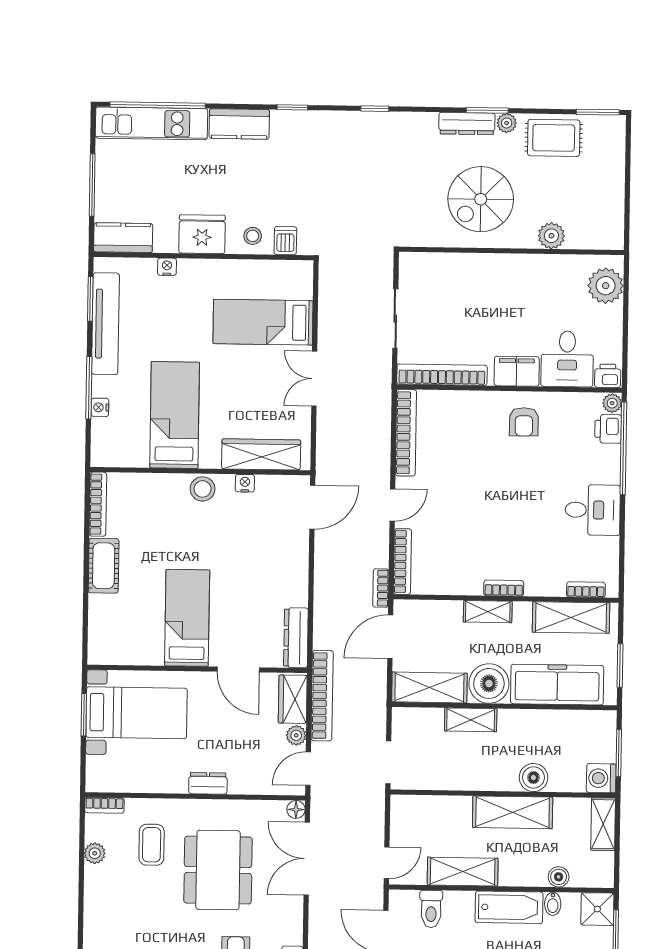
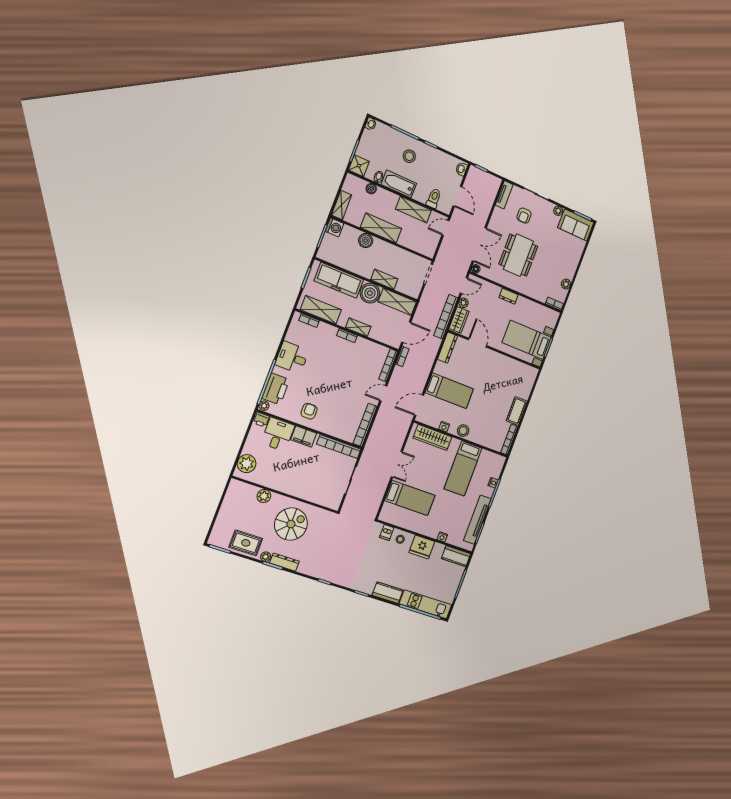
printer: (608, 429) -> (276, 389), width x1.87, depth x1.48
bed: (187, 618) -> (449, 391), moved, turned -90
coffee table: (152, 845) -> (542, 278), removed

